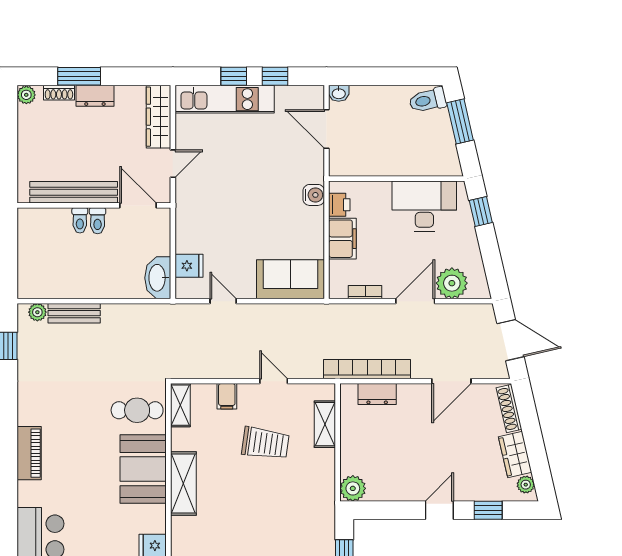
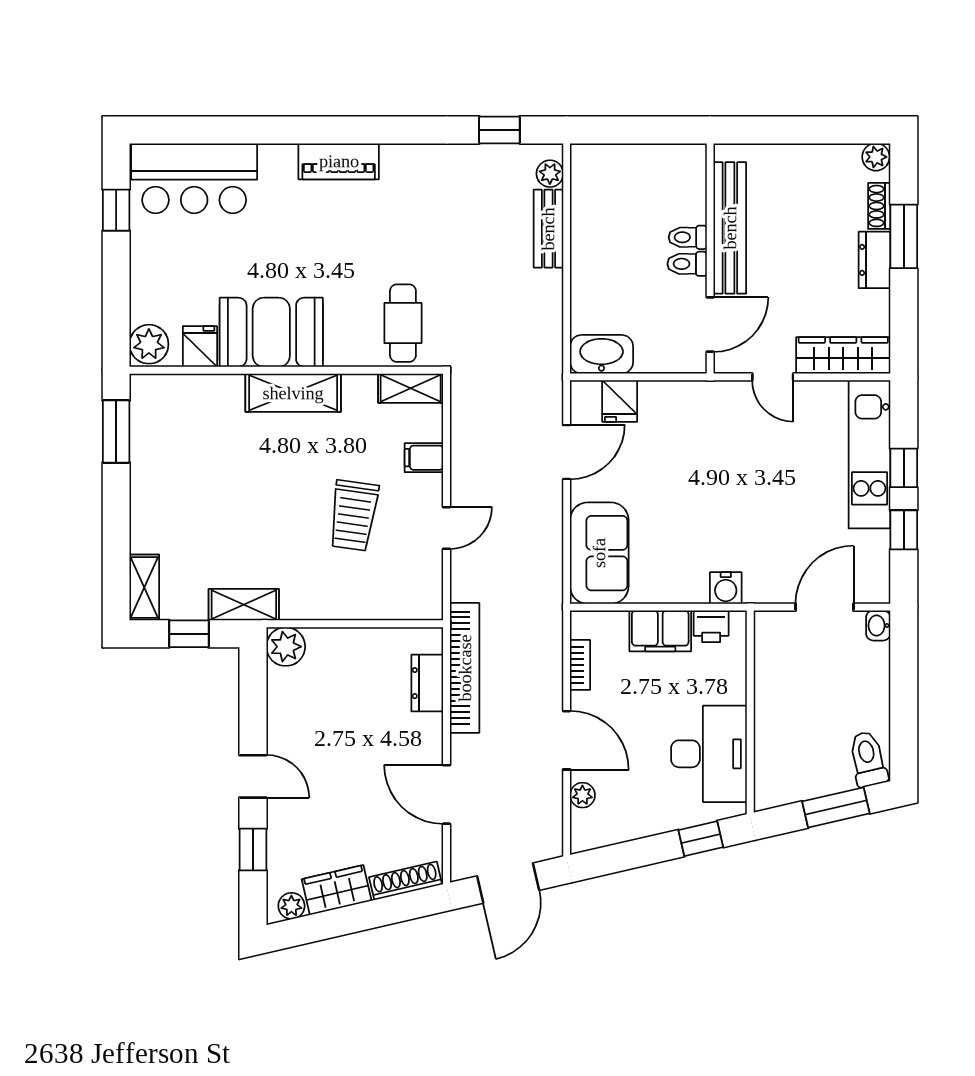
plant: (452, 283) -> (582, 795), width x0.53, depth x0.53
door: (223, 301) -> (567, 452), width x1.38
shelving: (325, 424) -> (244, 605), moved
booth: (143, 469) -> (271, 332), moved

